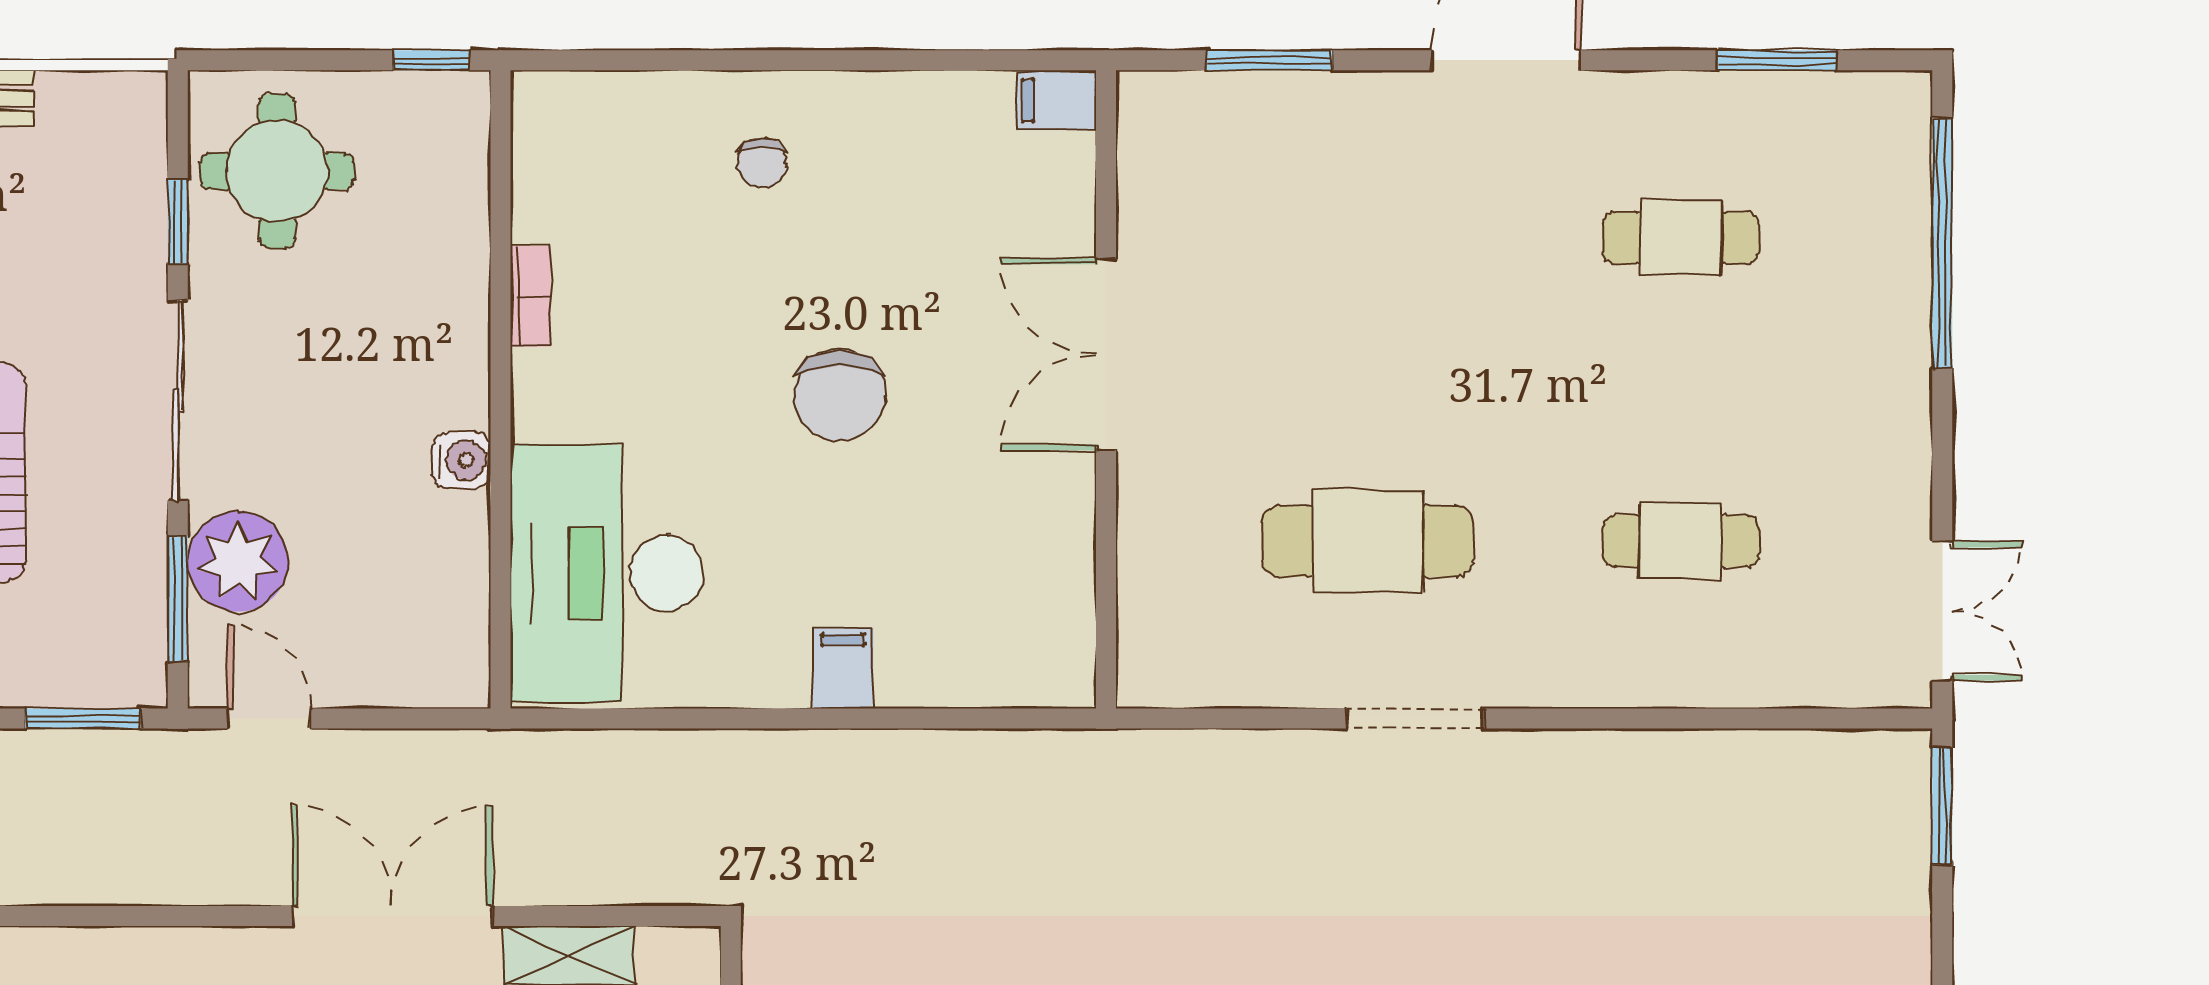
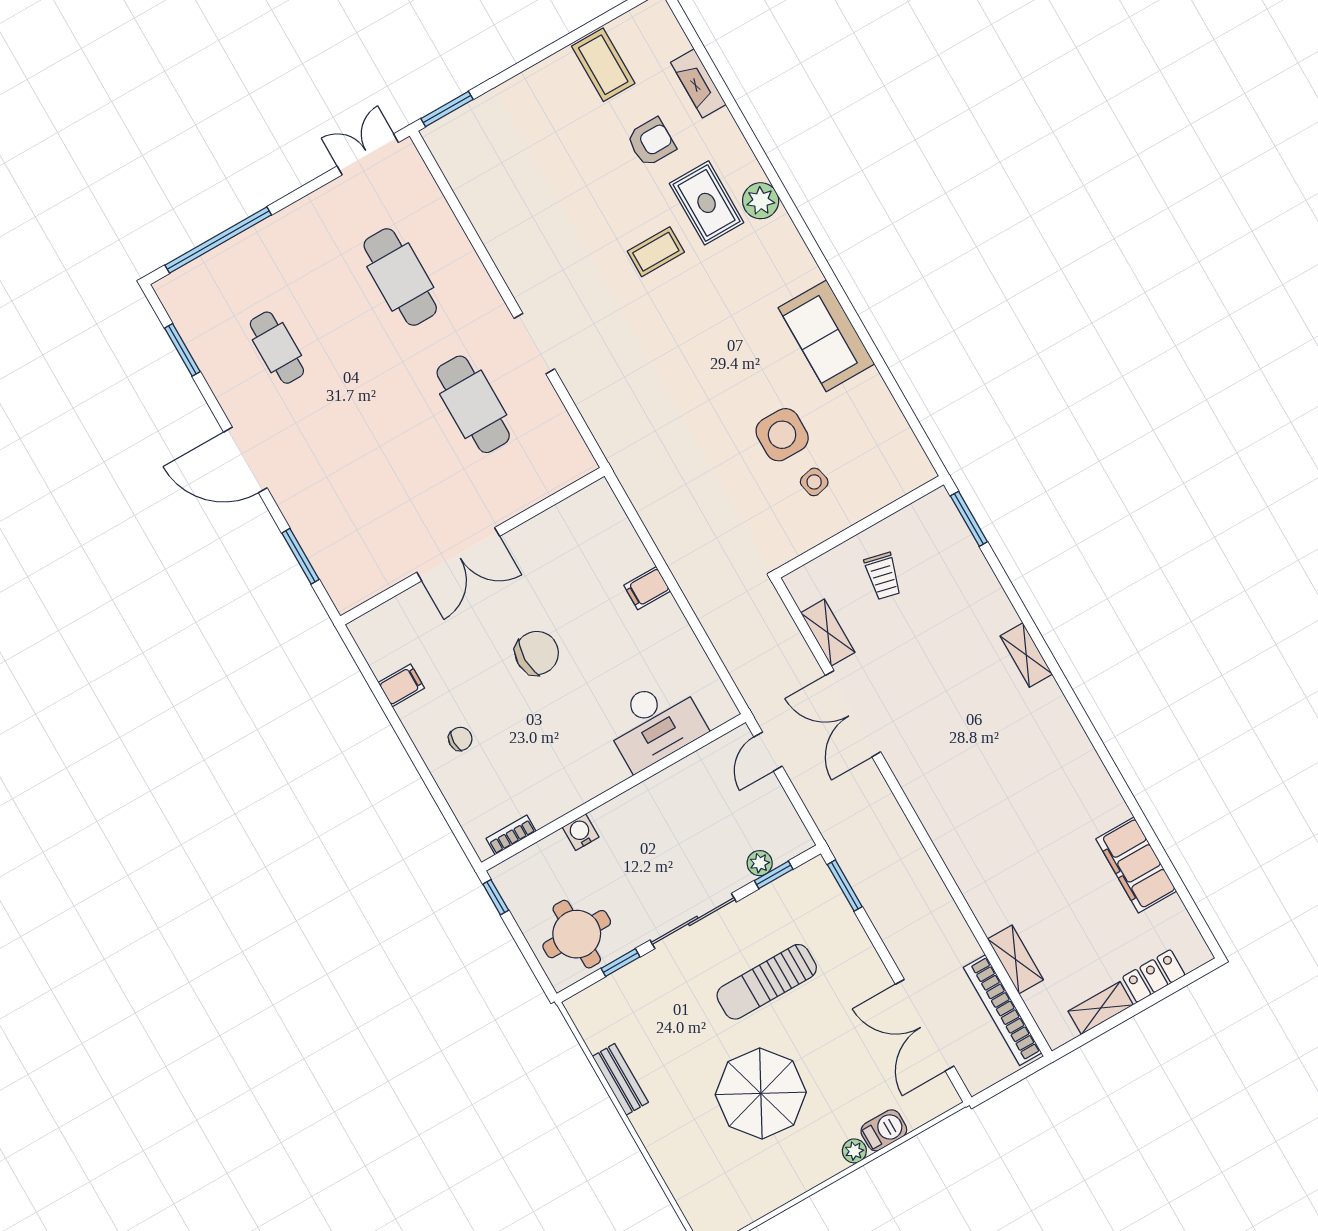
filing cabinet: (1056, 100) -> (401, 685), moved, turned -90
bookcase: (530, 297) -> (511, 835), moved
water cooler: (462, 460) -> (581, 832), moved
cafe table: (1681, 541) -> (400, 277), width x1.37, depth x1.35
plant: (238, 561) -> (760, 863), width x0.53, depth x0.53
desk: (607, 573) -> (655, 723), width x0.73, depth x0.77
window: (178, 598) -> (774, 875), width x0.67
door: (269, 719) -> (768, 752), moved

